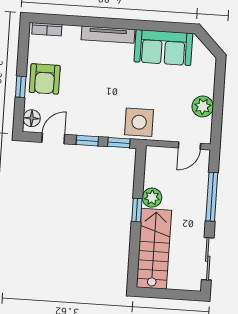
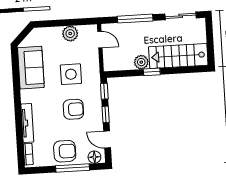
tv unit: (108, 35) -> (27, 123), moved
window: (21, 87) -> (73, 168), width x2.17
armchair: (100, 98) -> (73, 109), added
side table: (139, 122) -> (71, 74), moved

